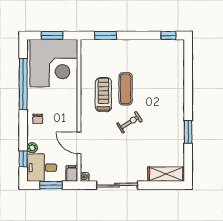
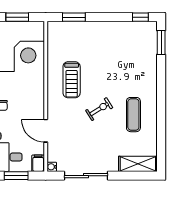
exercise mat: (126, 89) -> (133, 115), moved
treadmill: (103, 95) -> (72, 80), turned 180
window: (188, 132) -> (161, 43), moved

